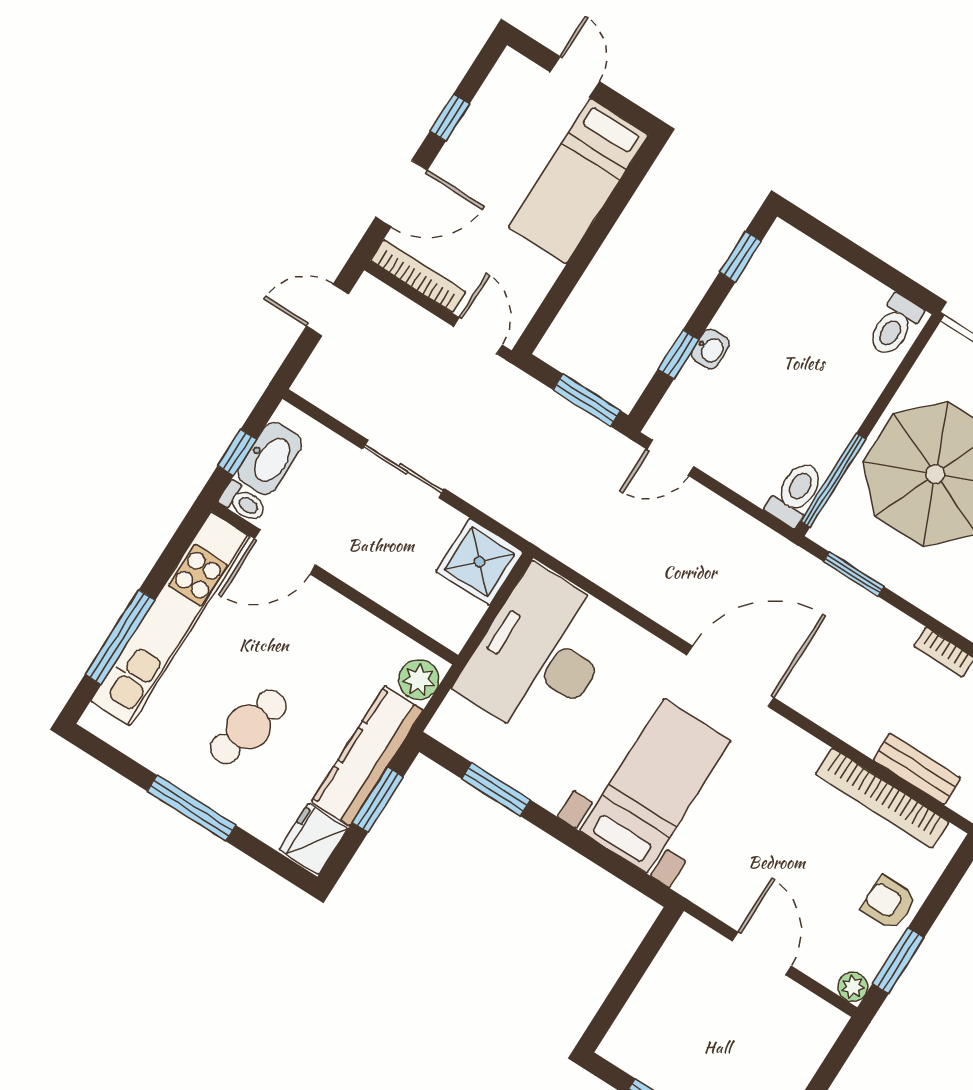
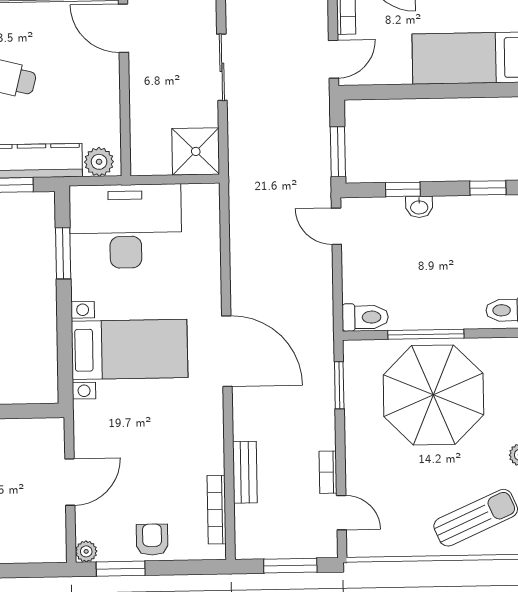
window: (833, 480) -> (426, 334), moved
desk: (539, 655) -> (125, 226), moved
bench: (917, 769) -> (245, 472), moved
bookcase: (882, 798) -> (217, 510), width x0.68, depth x0.76

